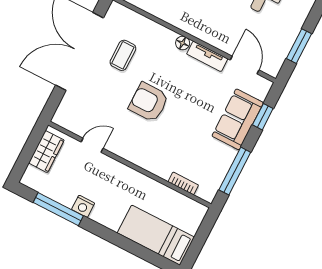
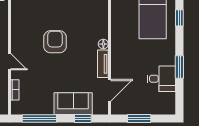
coffee table: (123, 55) -> (76, 10), removed
door: (92, 145) -> (9, 62), moved

